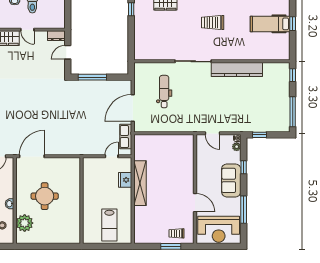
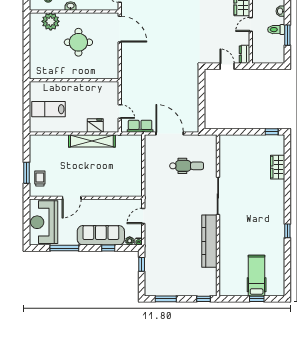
trolley: (213, 23) -> (258, 216), removed
window: (92, 77) -> (202, 92), removed
window: (293, 112) -> (166, 299), width x0.69
sofa: (231, 180) -> (101, 235), width x1.36

